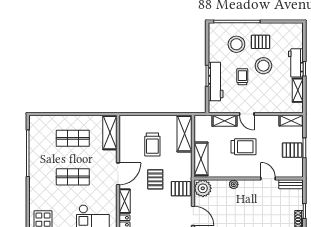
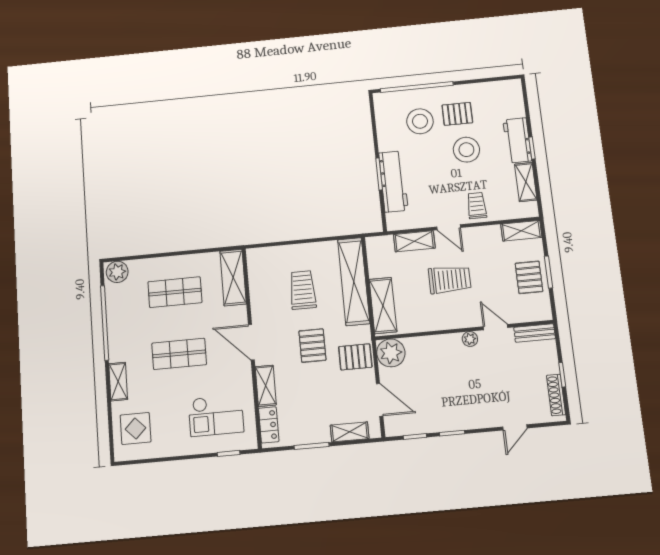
trolley: (242, 77) -> (477, 206), moved
plant: (37, 122) -> (117, 272), added
shelving: (184, 134) -> (354, 281), width x1.47
trolley: (152, 145) -> (303, 290), turned 180
pallet: (292, 150) -> (529, 277), turned 90
door: (118, 174) -> (251, 342), swing flipped
plant: (234, 184) -> (470, 339), moved
shelving: (34, 190) -> (118, 382), added

